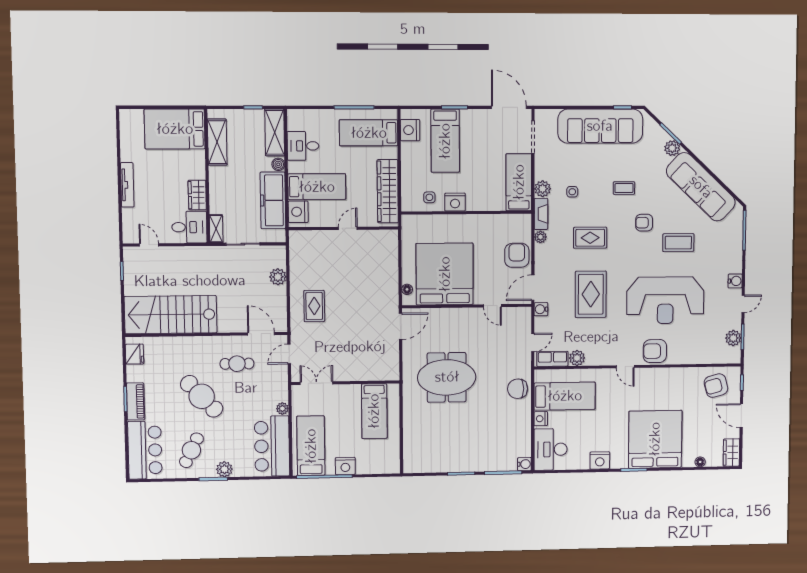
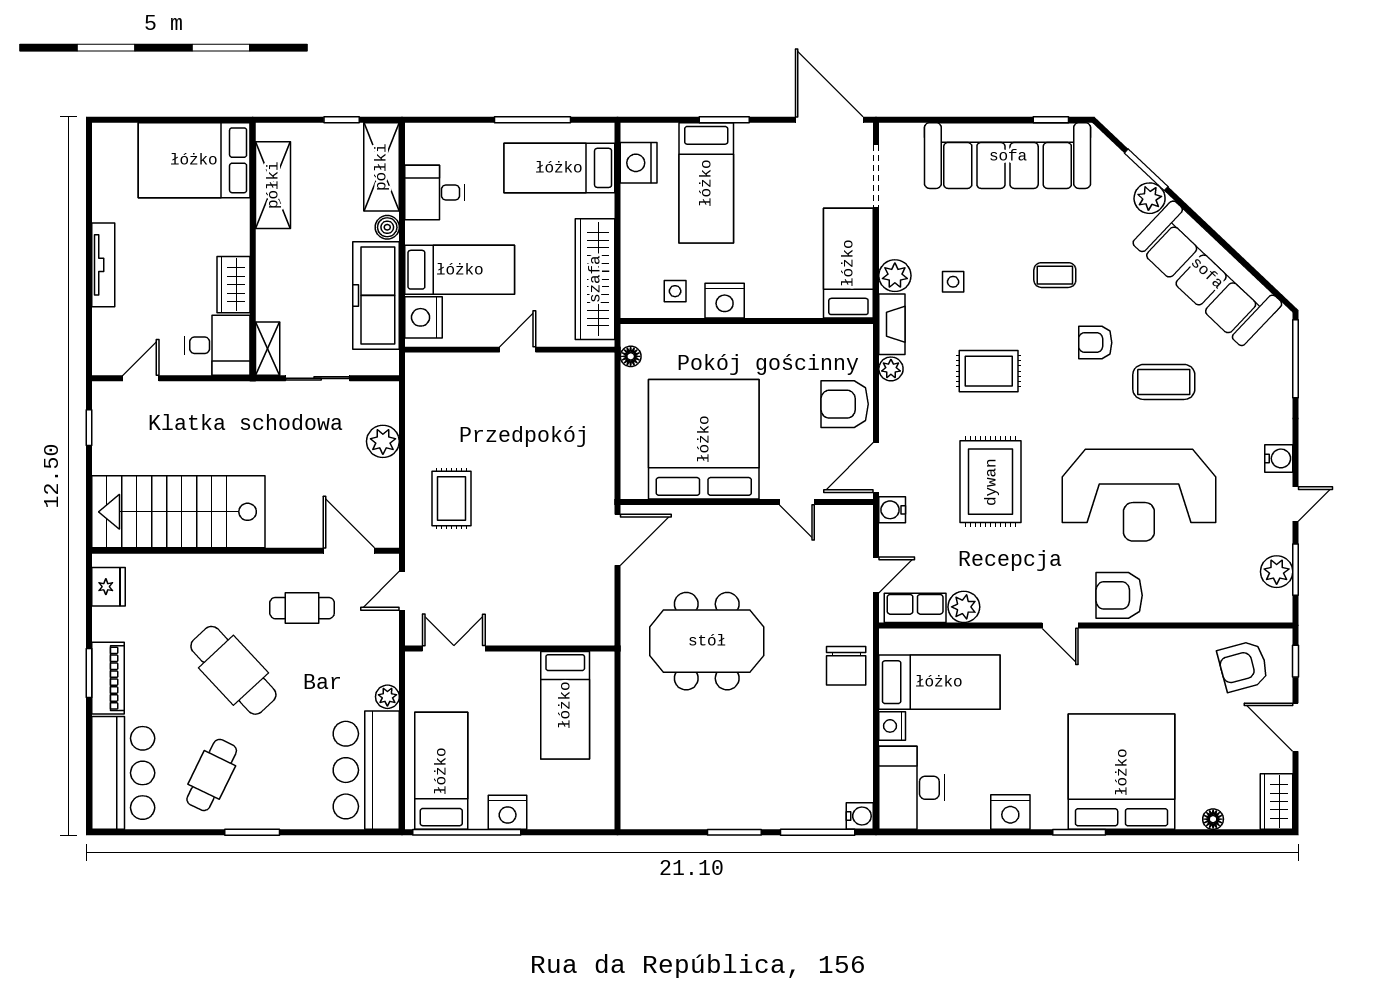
door: (149, 245) -> (141, 378), hinge flipped
armchair: (517, 255) -> (845, 404), turned -90
floor lamp: (407, 289) -> (631, 356), moved
chair: (518, 389) -> (846, 666), turned -90
plant: (224, 469) -> (274, 814), removed

